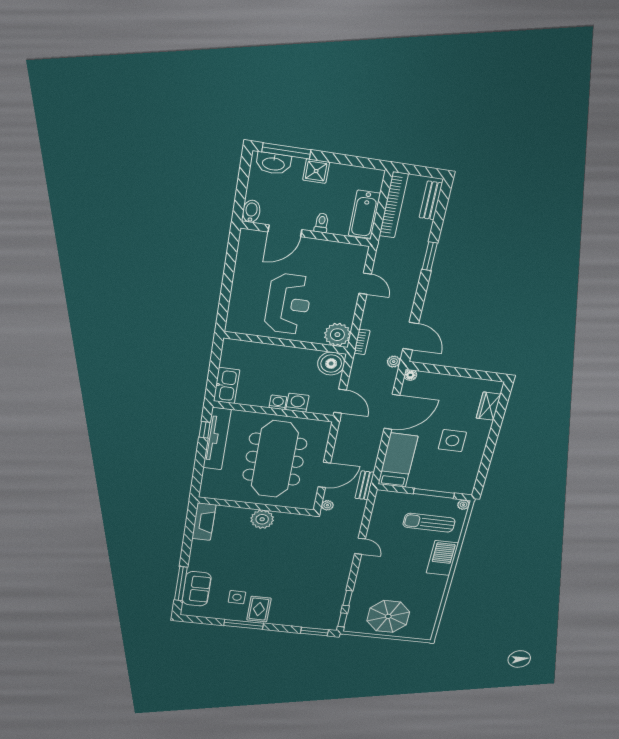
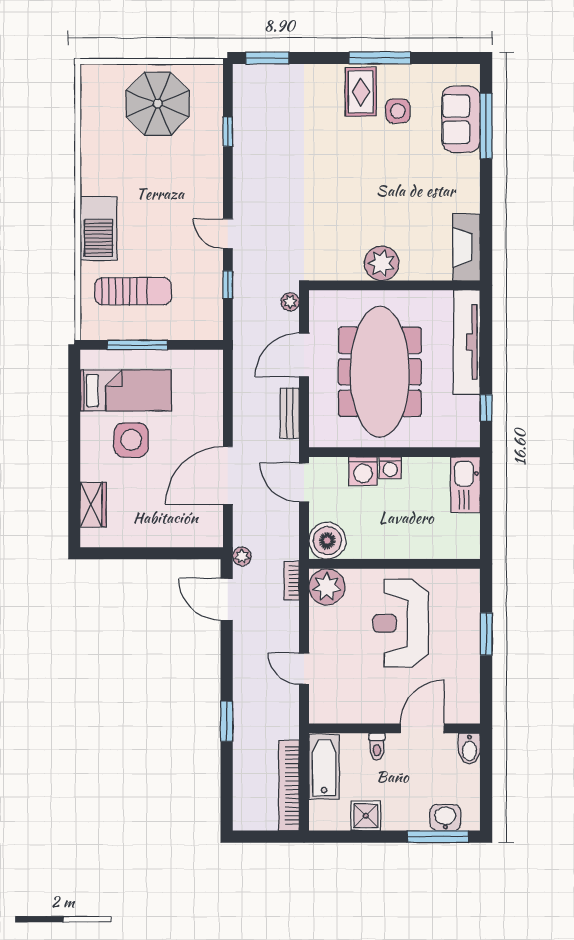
washbasin: (273, 163) -> (445, 818), width x0.72
shower: (316, 171) -> (366, 816), moved
bench: (431, 200) -> (242, 799), removed
window: (226, 288) -> (486, 634), added
floor lamp: (410, 375) -> (214, 539), removed
tv unit: (217, 439) -> (467, 342), moved
bed: (398, 460) -> (126, 390), moved, turned -90
bench: (365, 485) -> (290, 413), moved
plant: (463, 505) -> (89, 331), removed
window: (342, 620) -> (228, 285), moved

